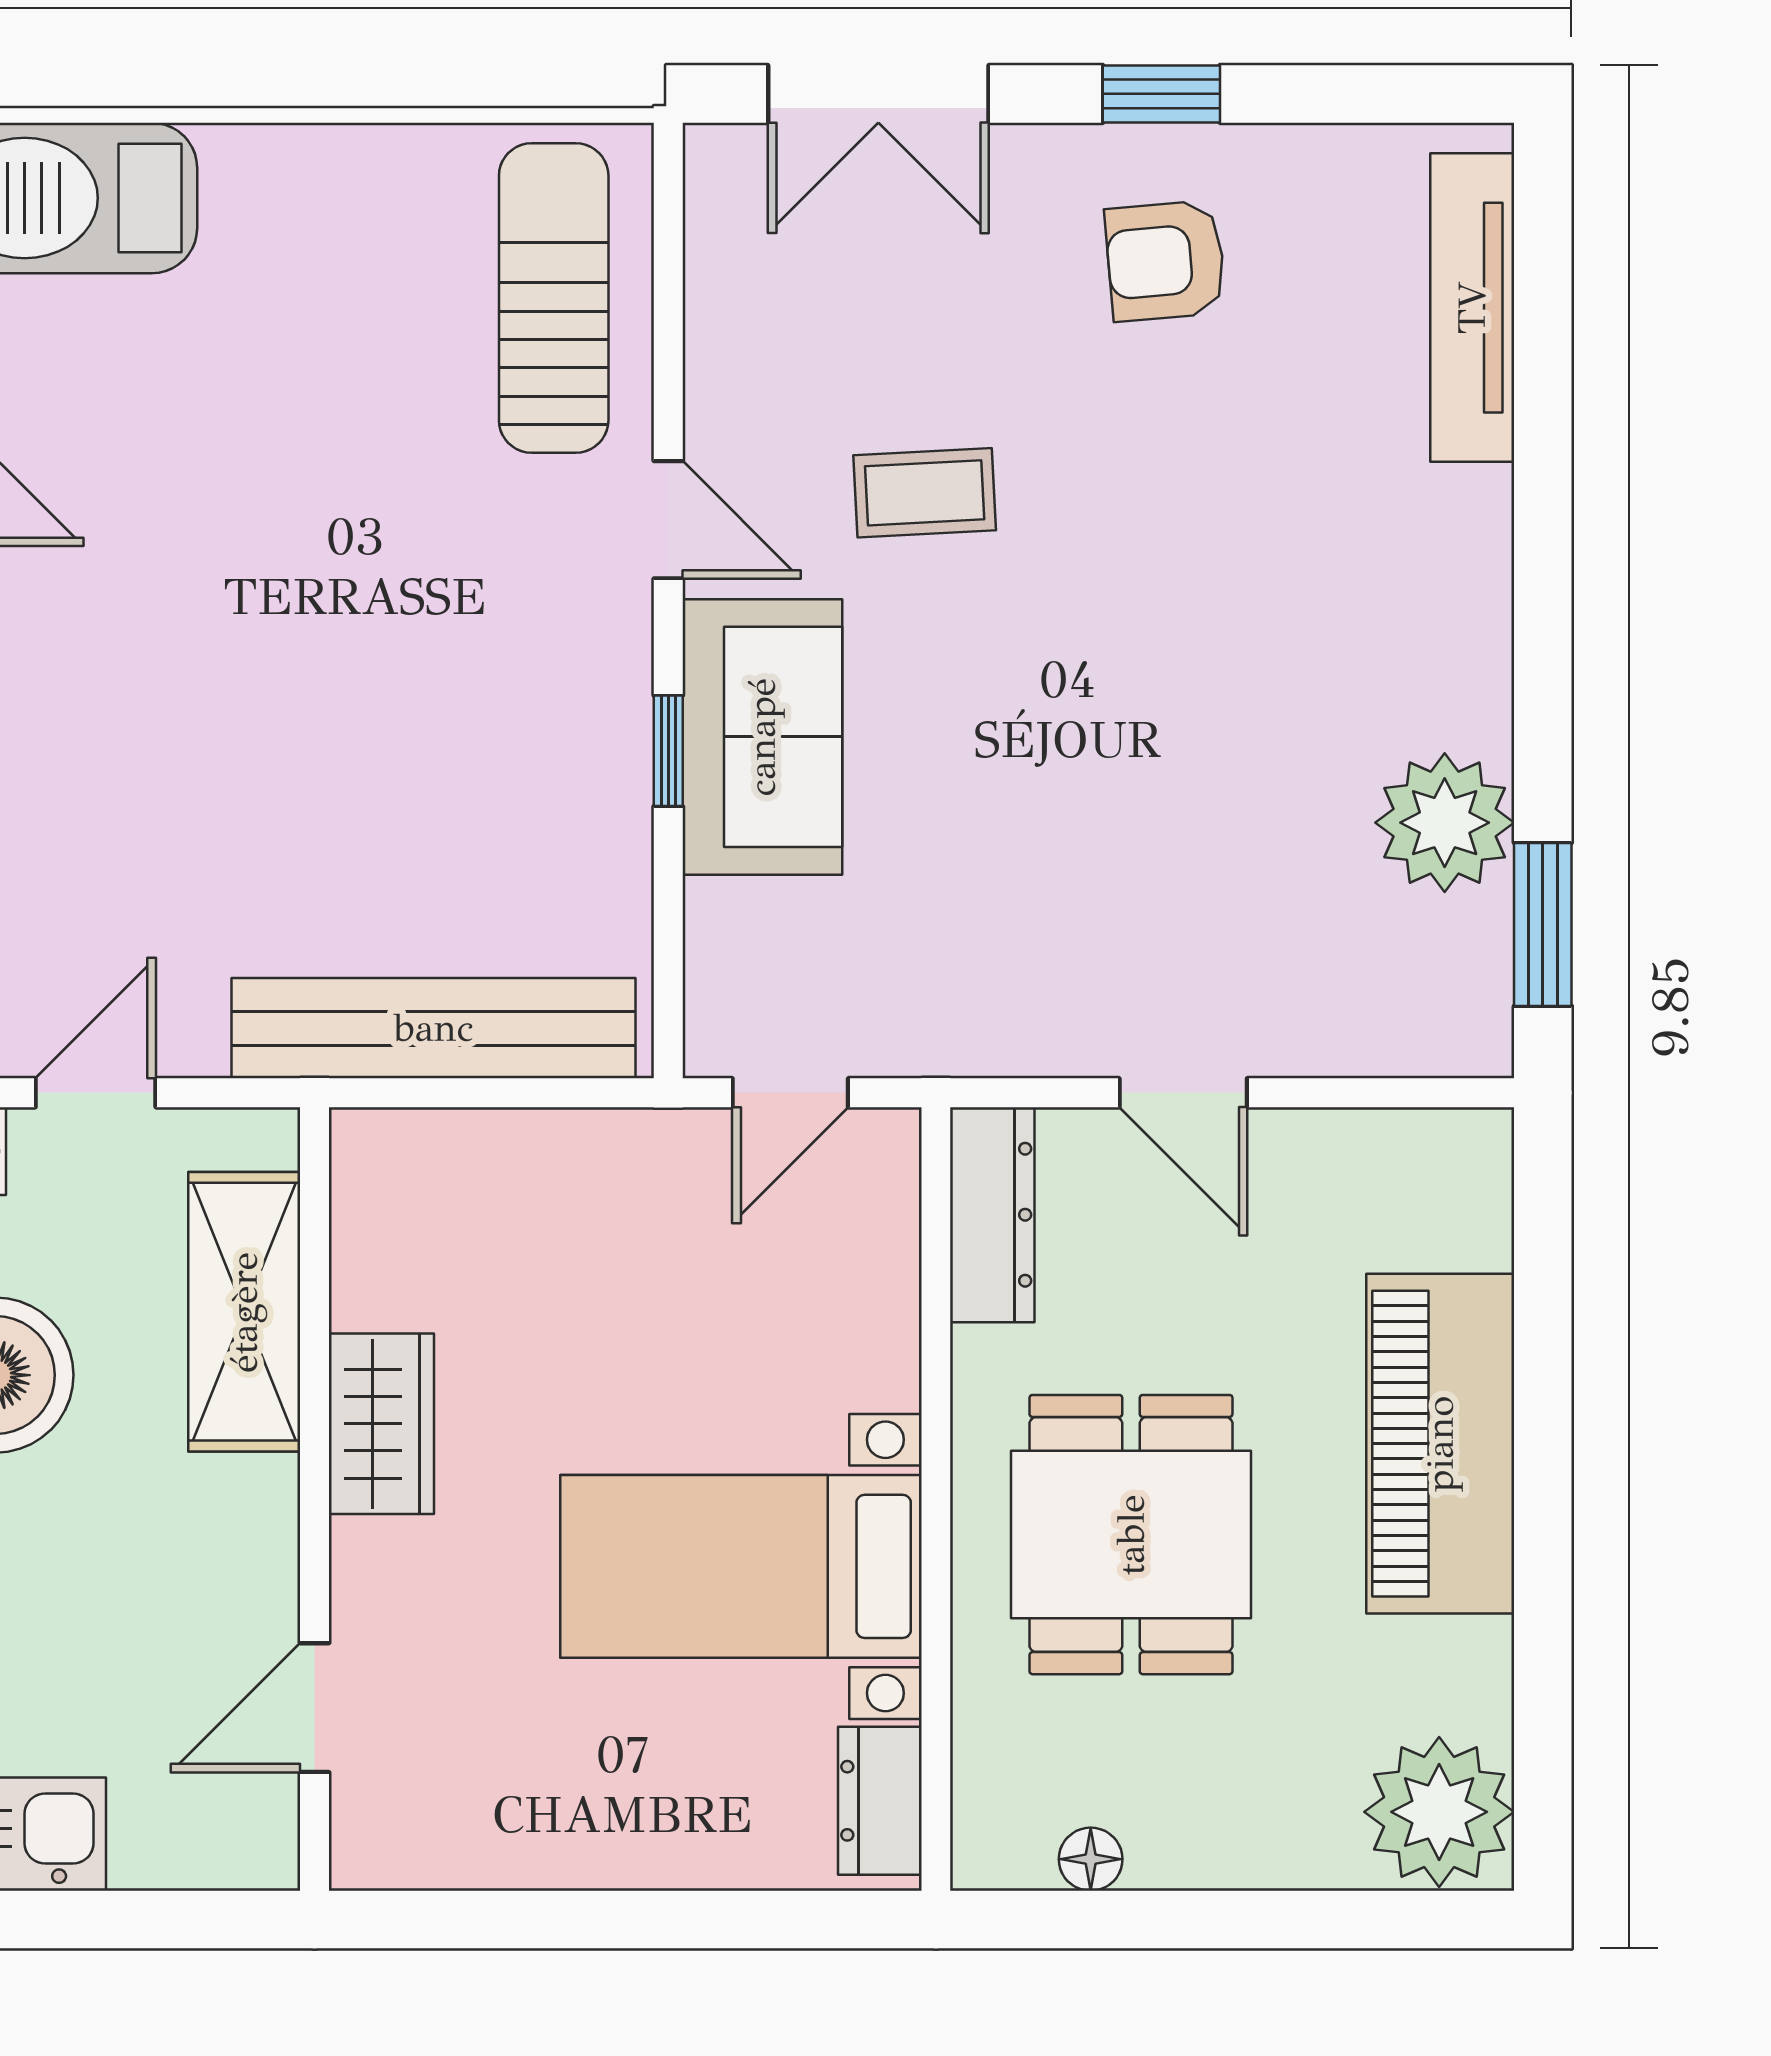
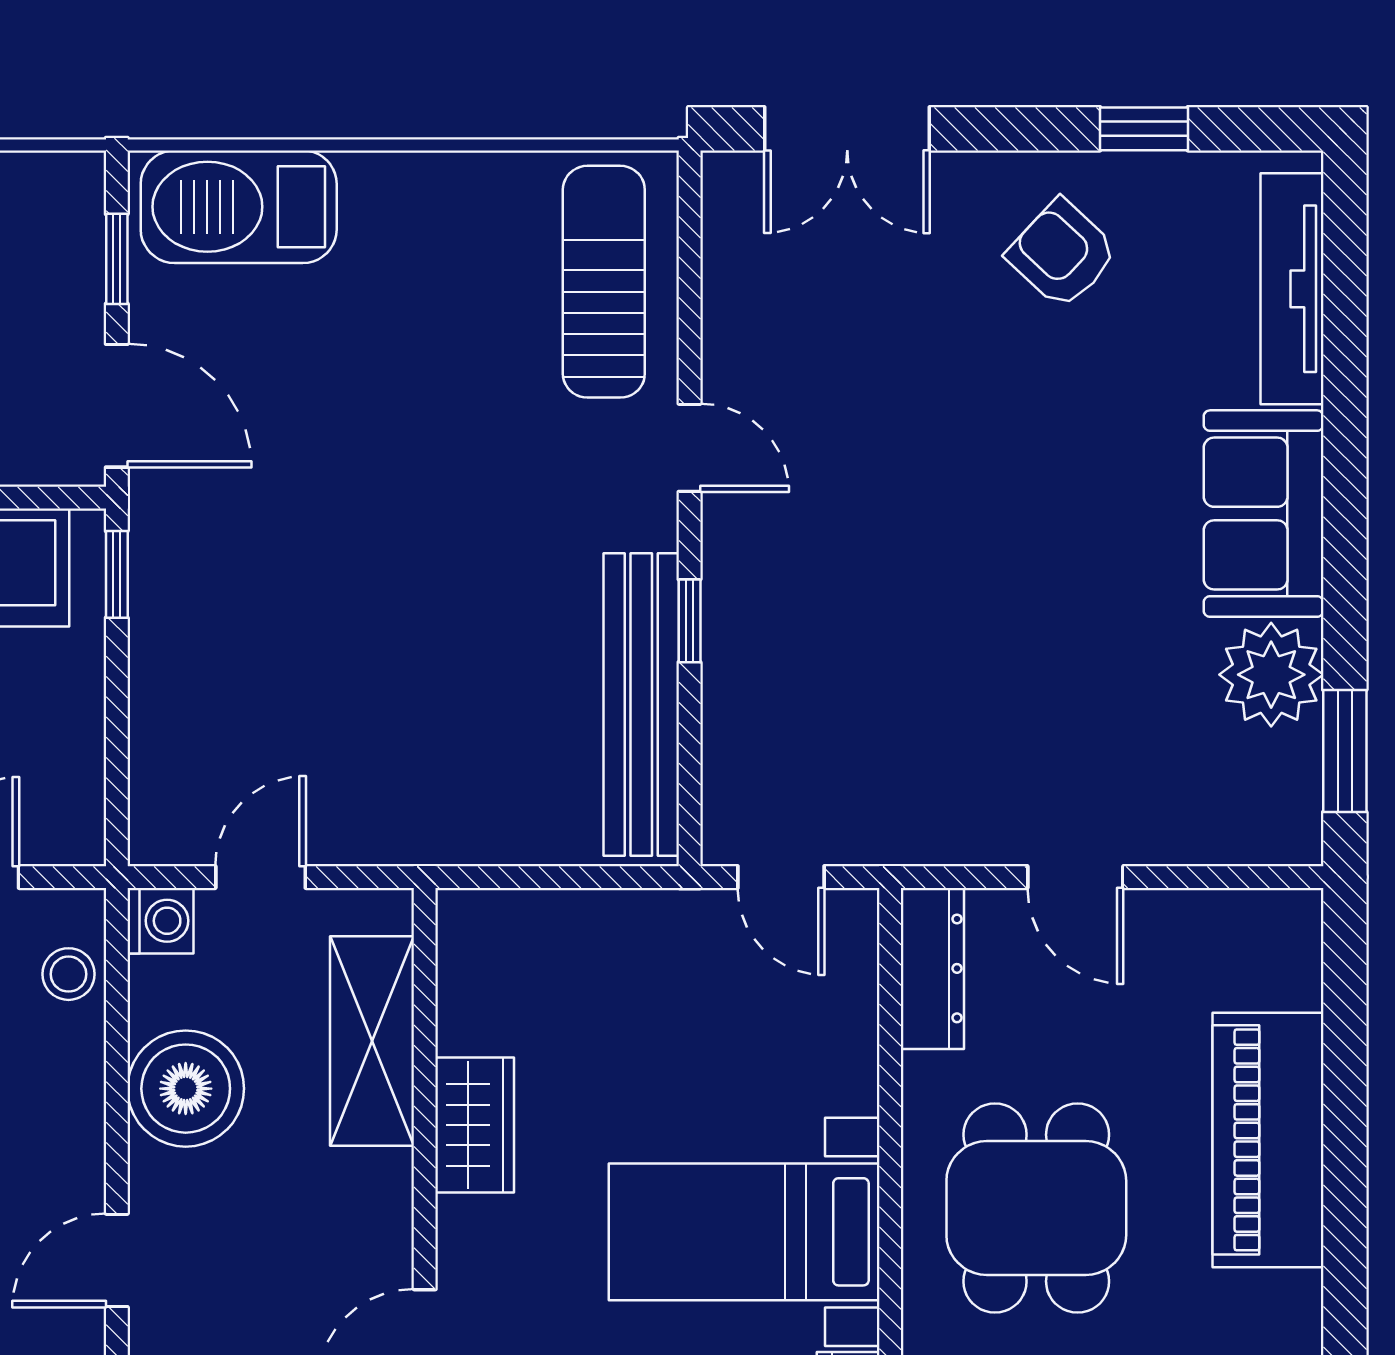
window: (1161, 94) -> (1144, 129), moved
armchair: (1166, 261) -> (1062, 254), turned 48
coffee table: (925, 493) -> (882, 428), removed
sofa: (762, 737) -> (1264, 514), moved, turned 180
bench: (434, 1028) -> (641, 705), moved, turned 90
door: (790, 1093) -> (781, 877), hinge flipped

